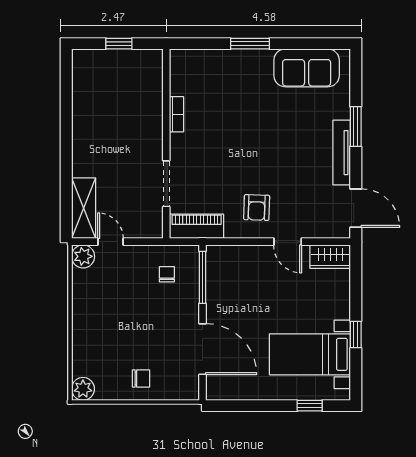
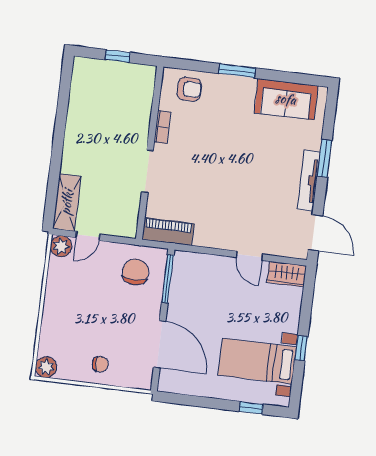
doorway: (166, 184) -> (147, 171), moved
armchair: (257, 208) -> (189, 89), moved, turned -92
door: (110, 242) -> (88, 236), swing flipped
chair: (167, 274) -> (136, 272), width x1.87, depth x1.87

